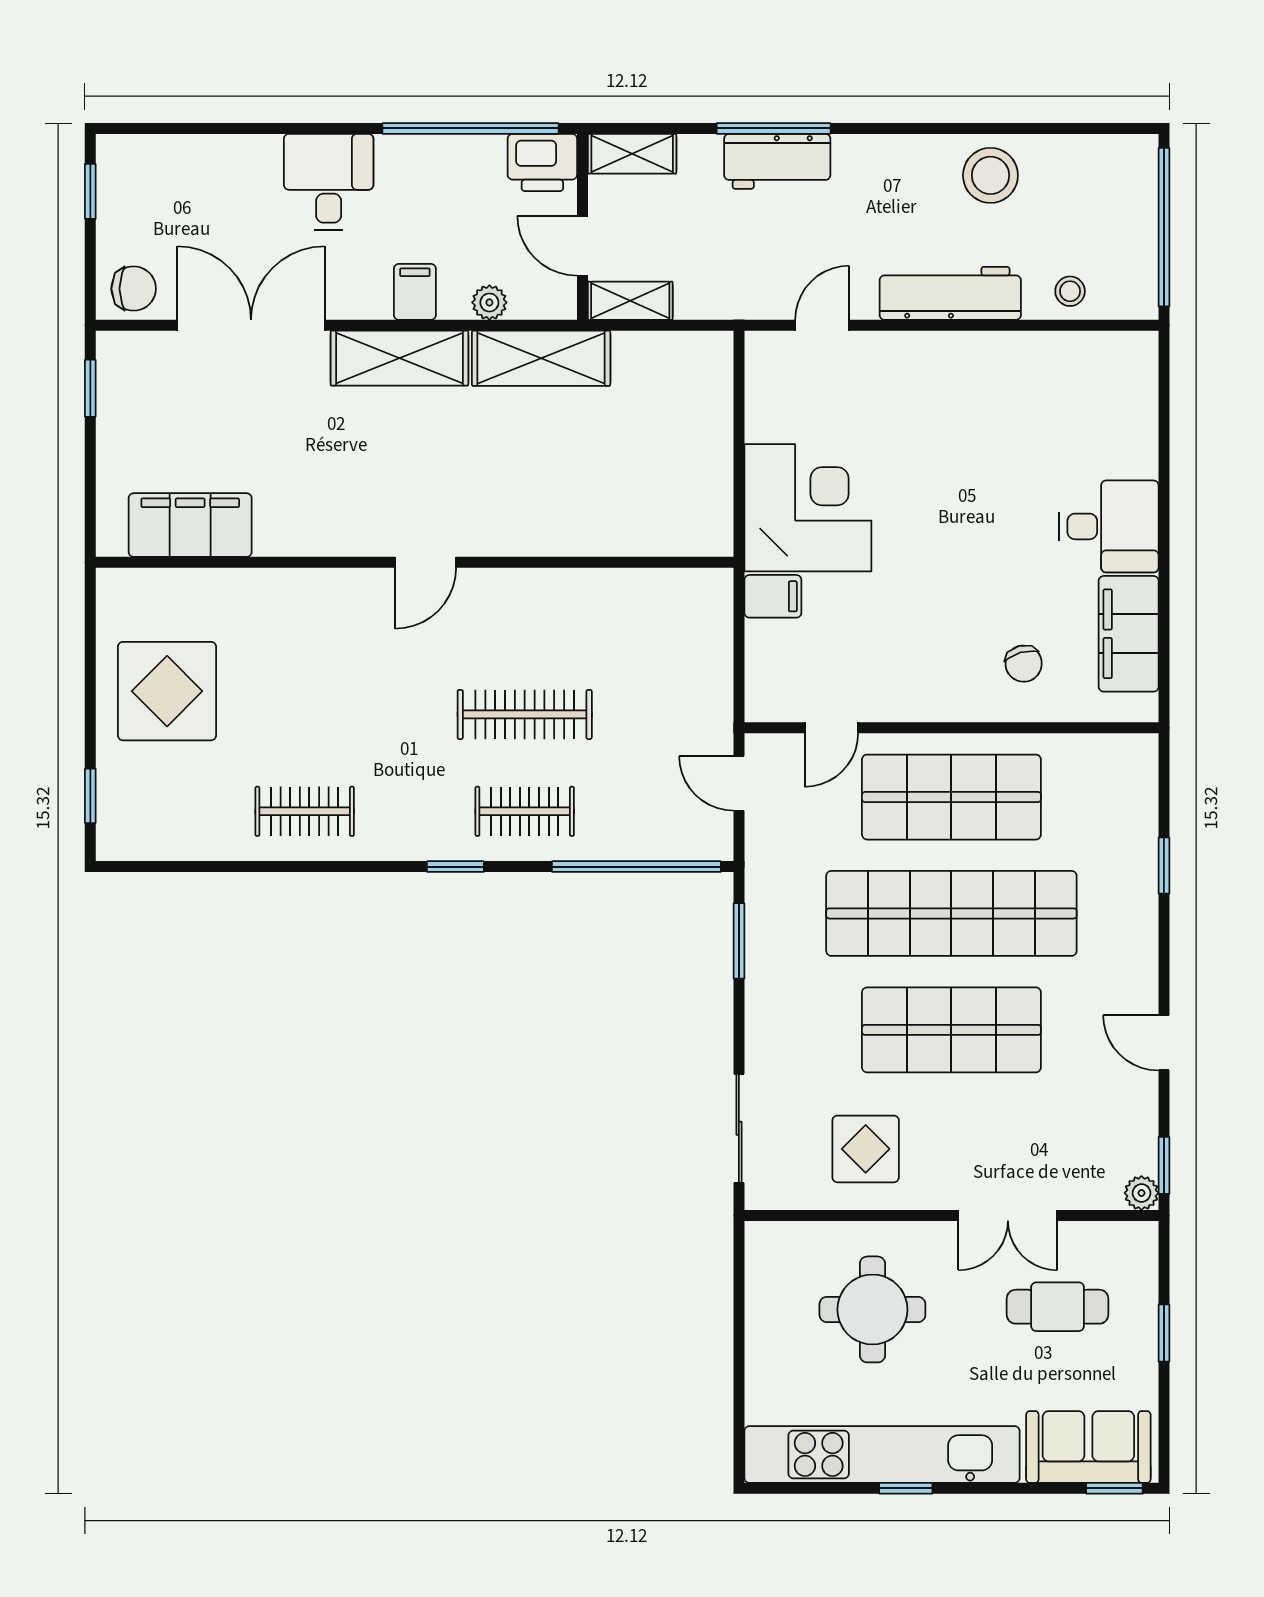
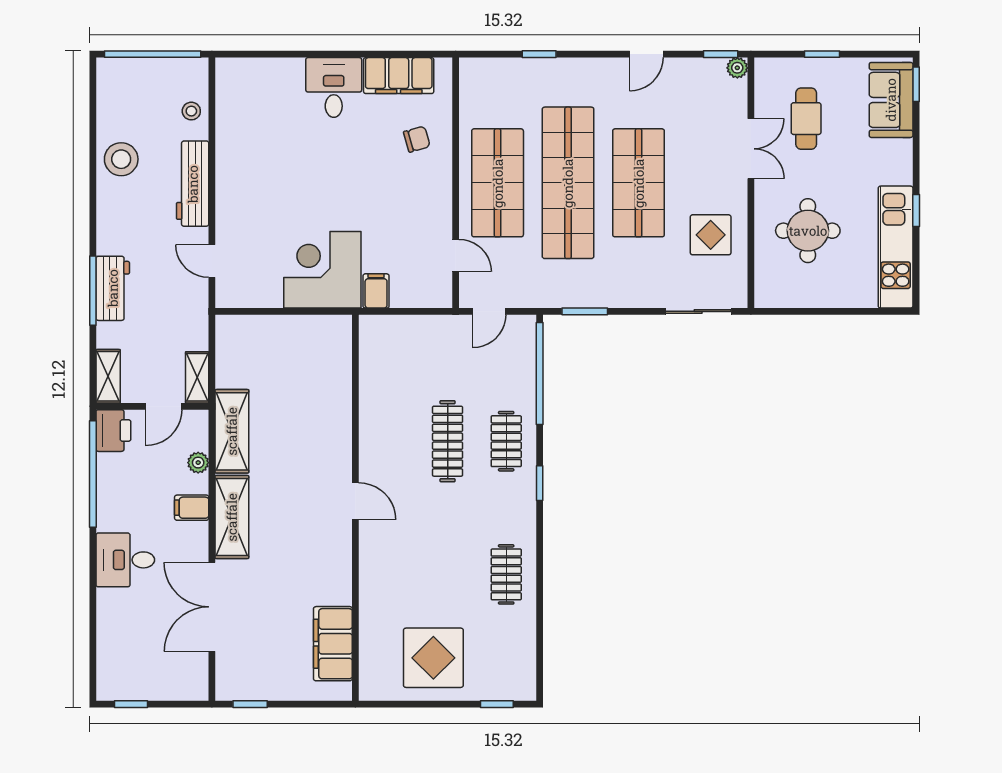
chair: (134, 289) -> (190, 678), removed
kitchen unit: (882, 1454) -> (896, 247), width x0.73

